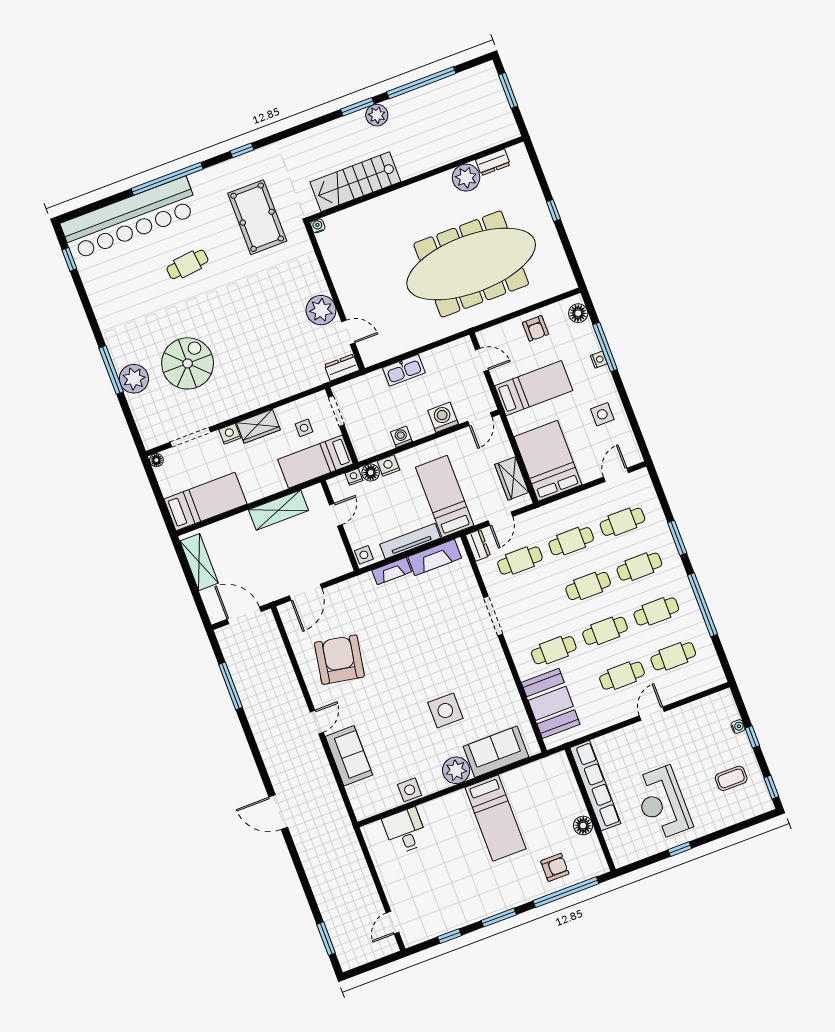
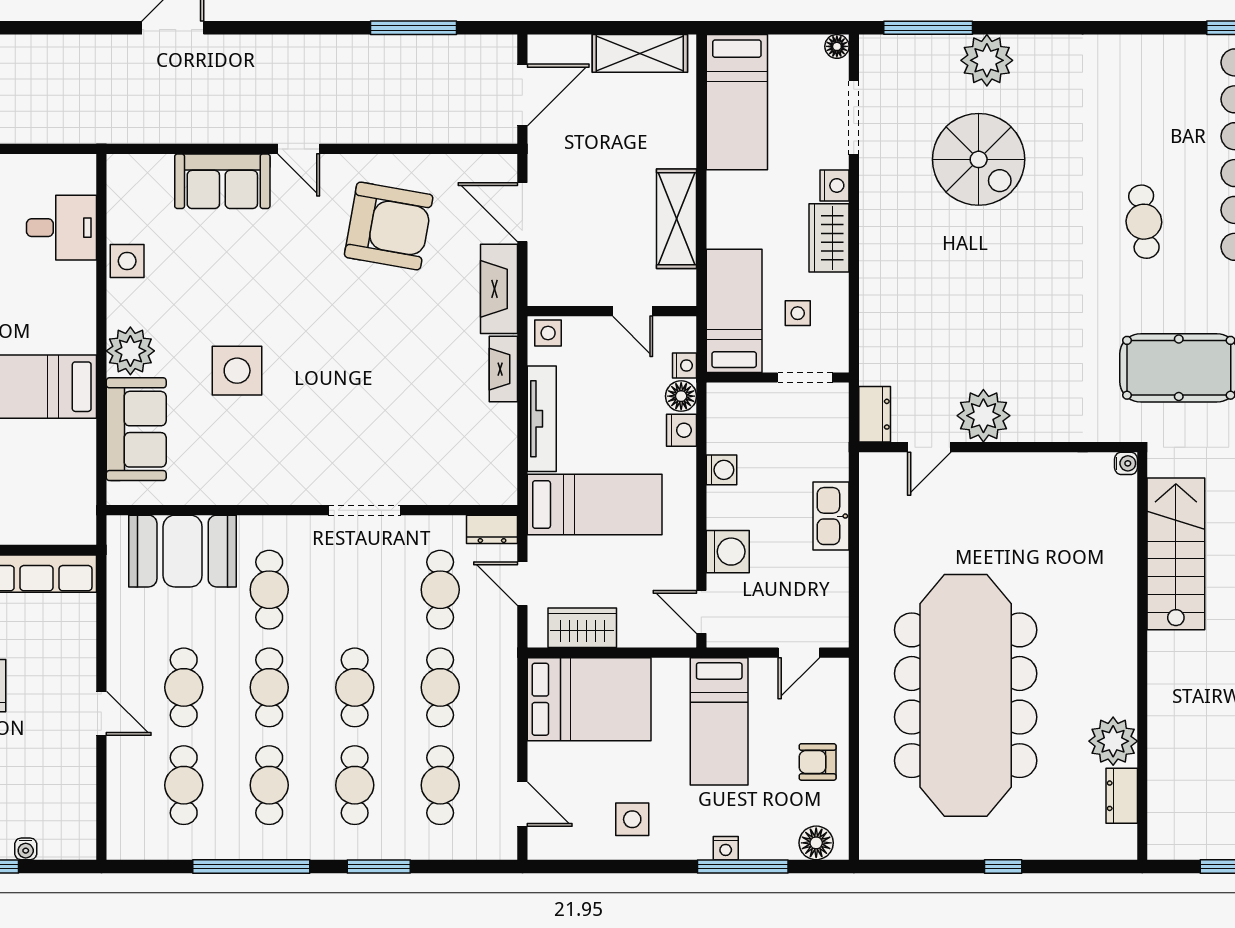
window: (111, 370) -> (928, 28), moved
fireplace: (435, 557) -> (499, 289), moved

